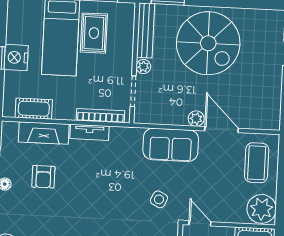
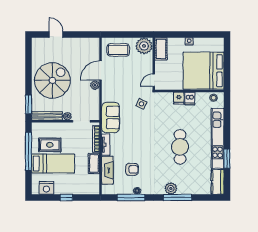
nightstand: (16, 57) -> (46, 188), moved
cot: (34, 109) -> (94, 163), moved
sofa: (171, 145) -> (110, 118), moved

